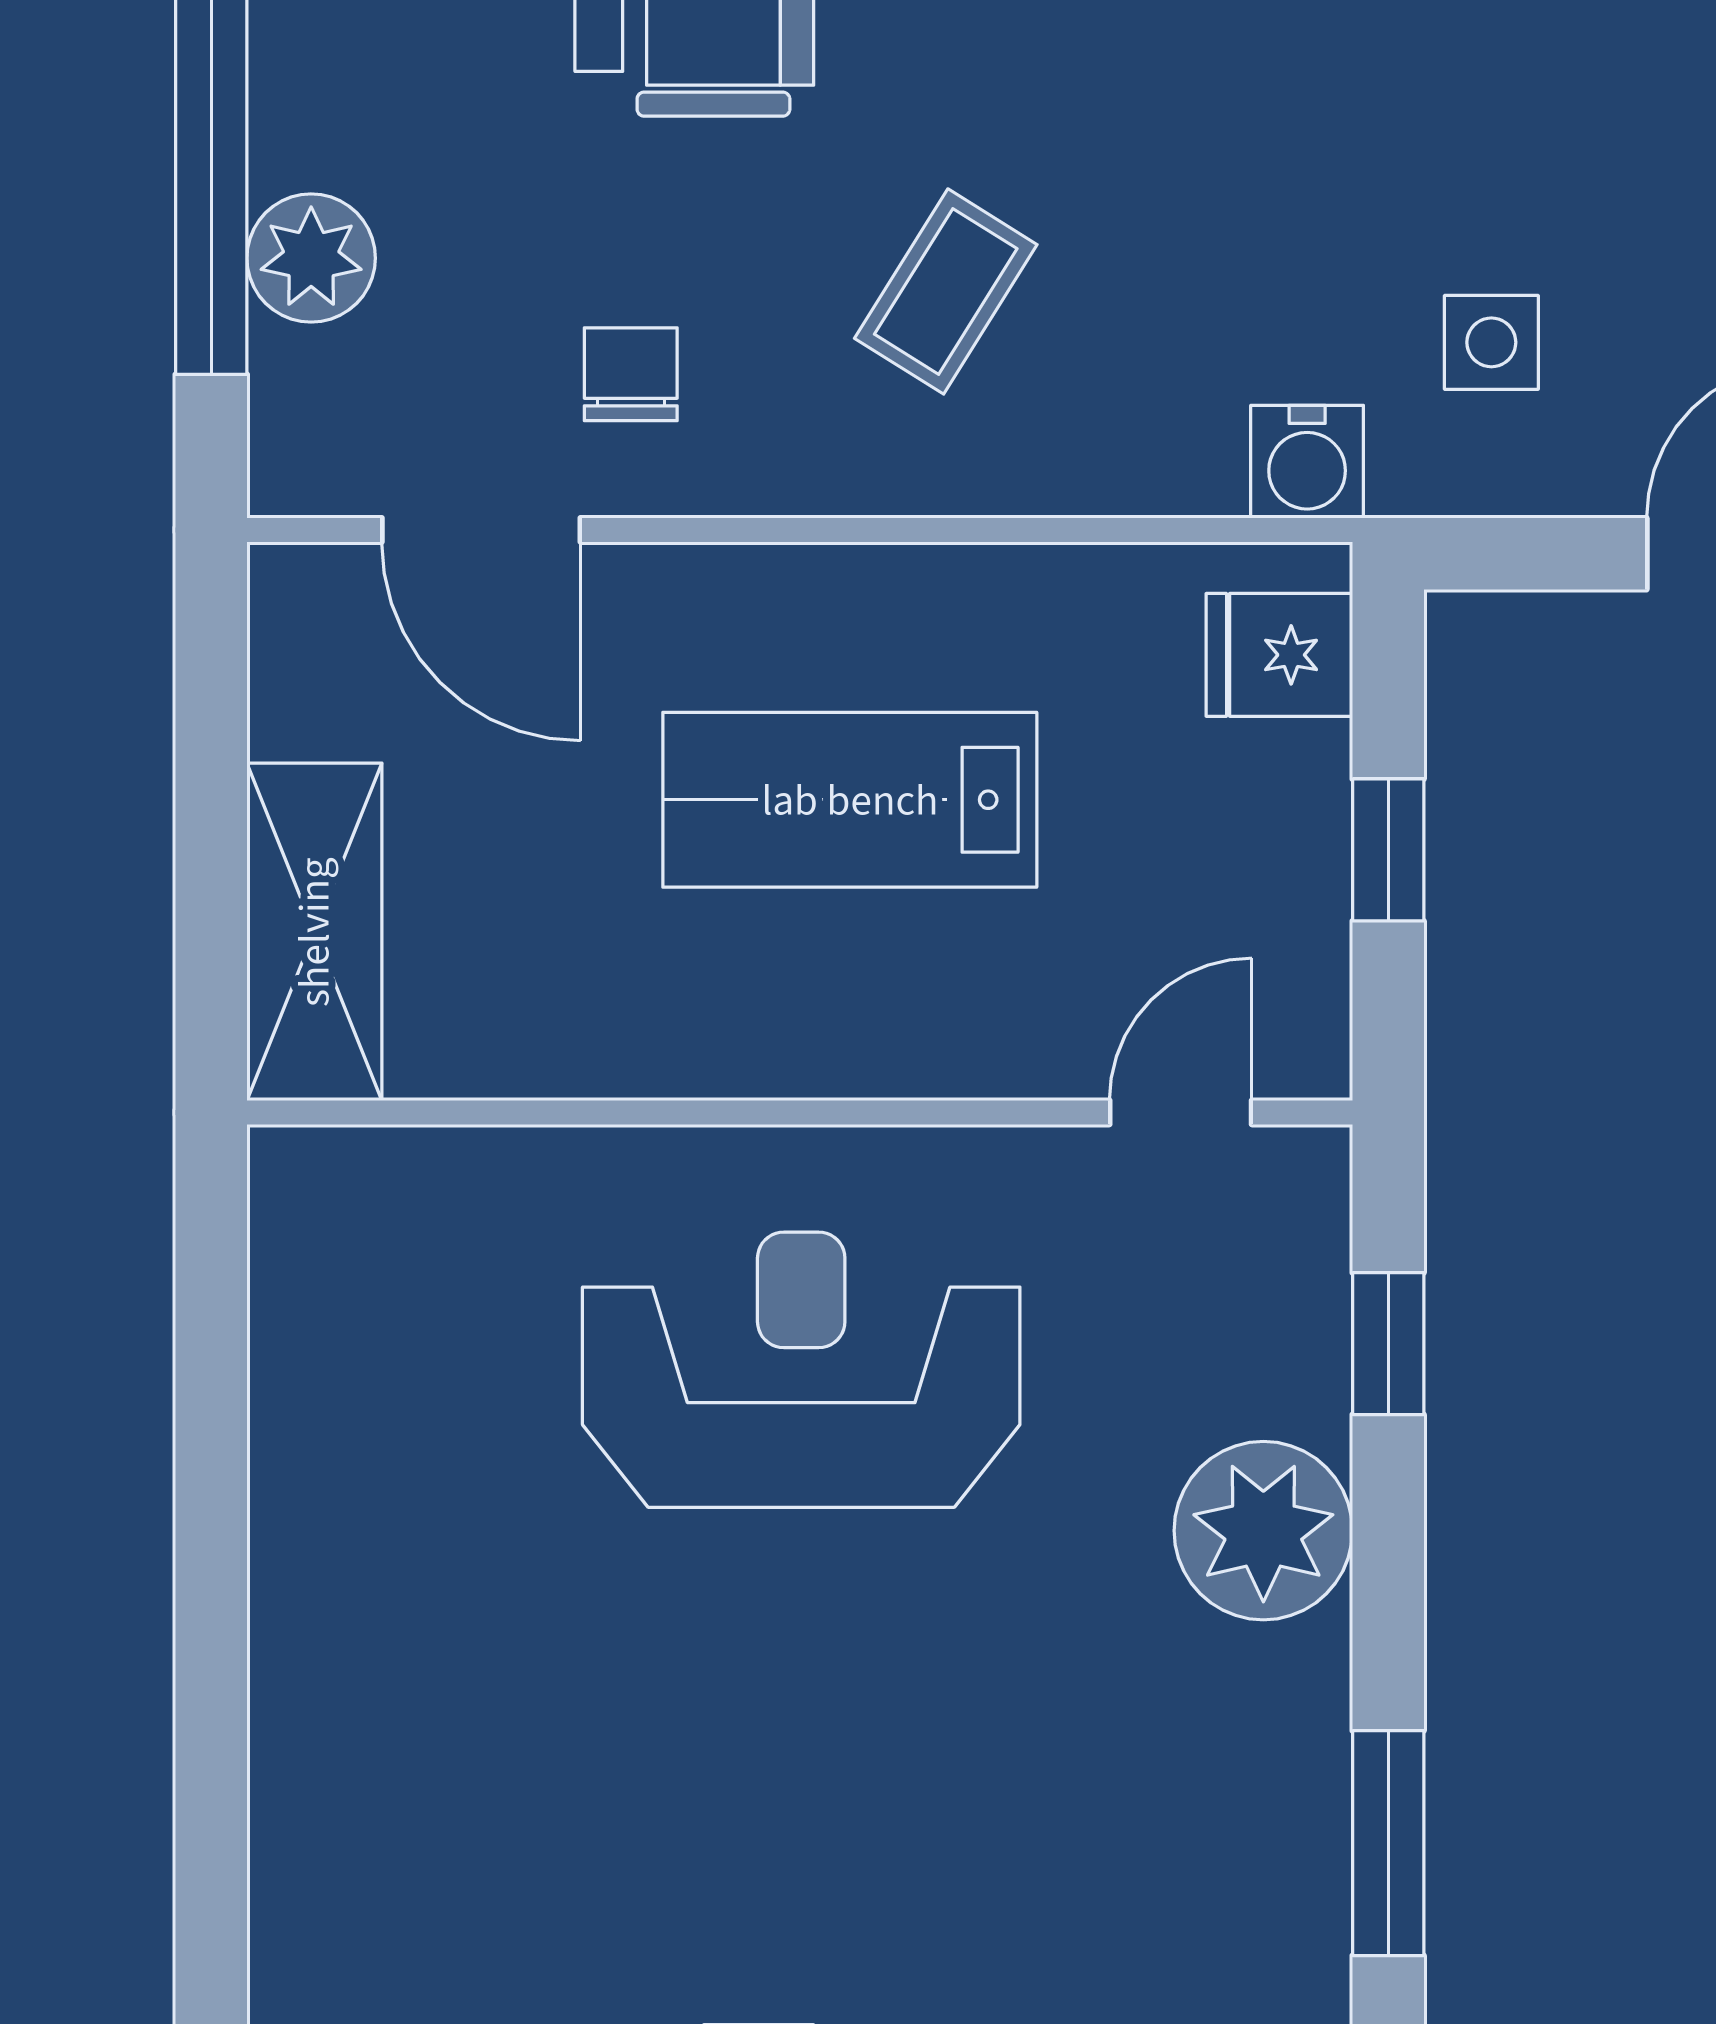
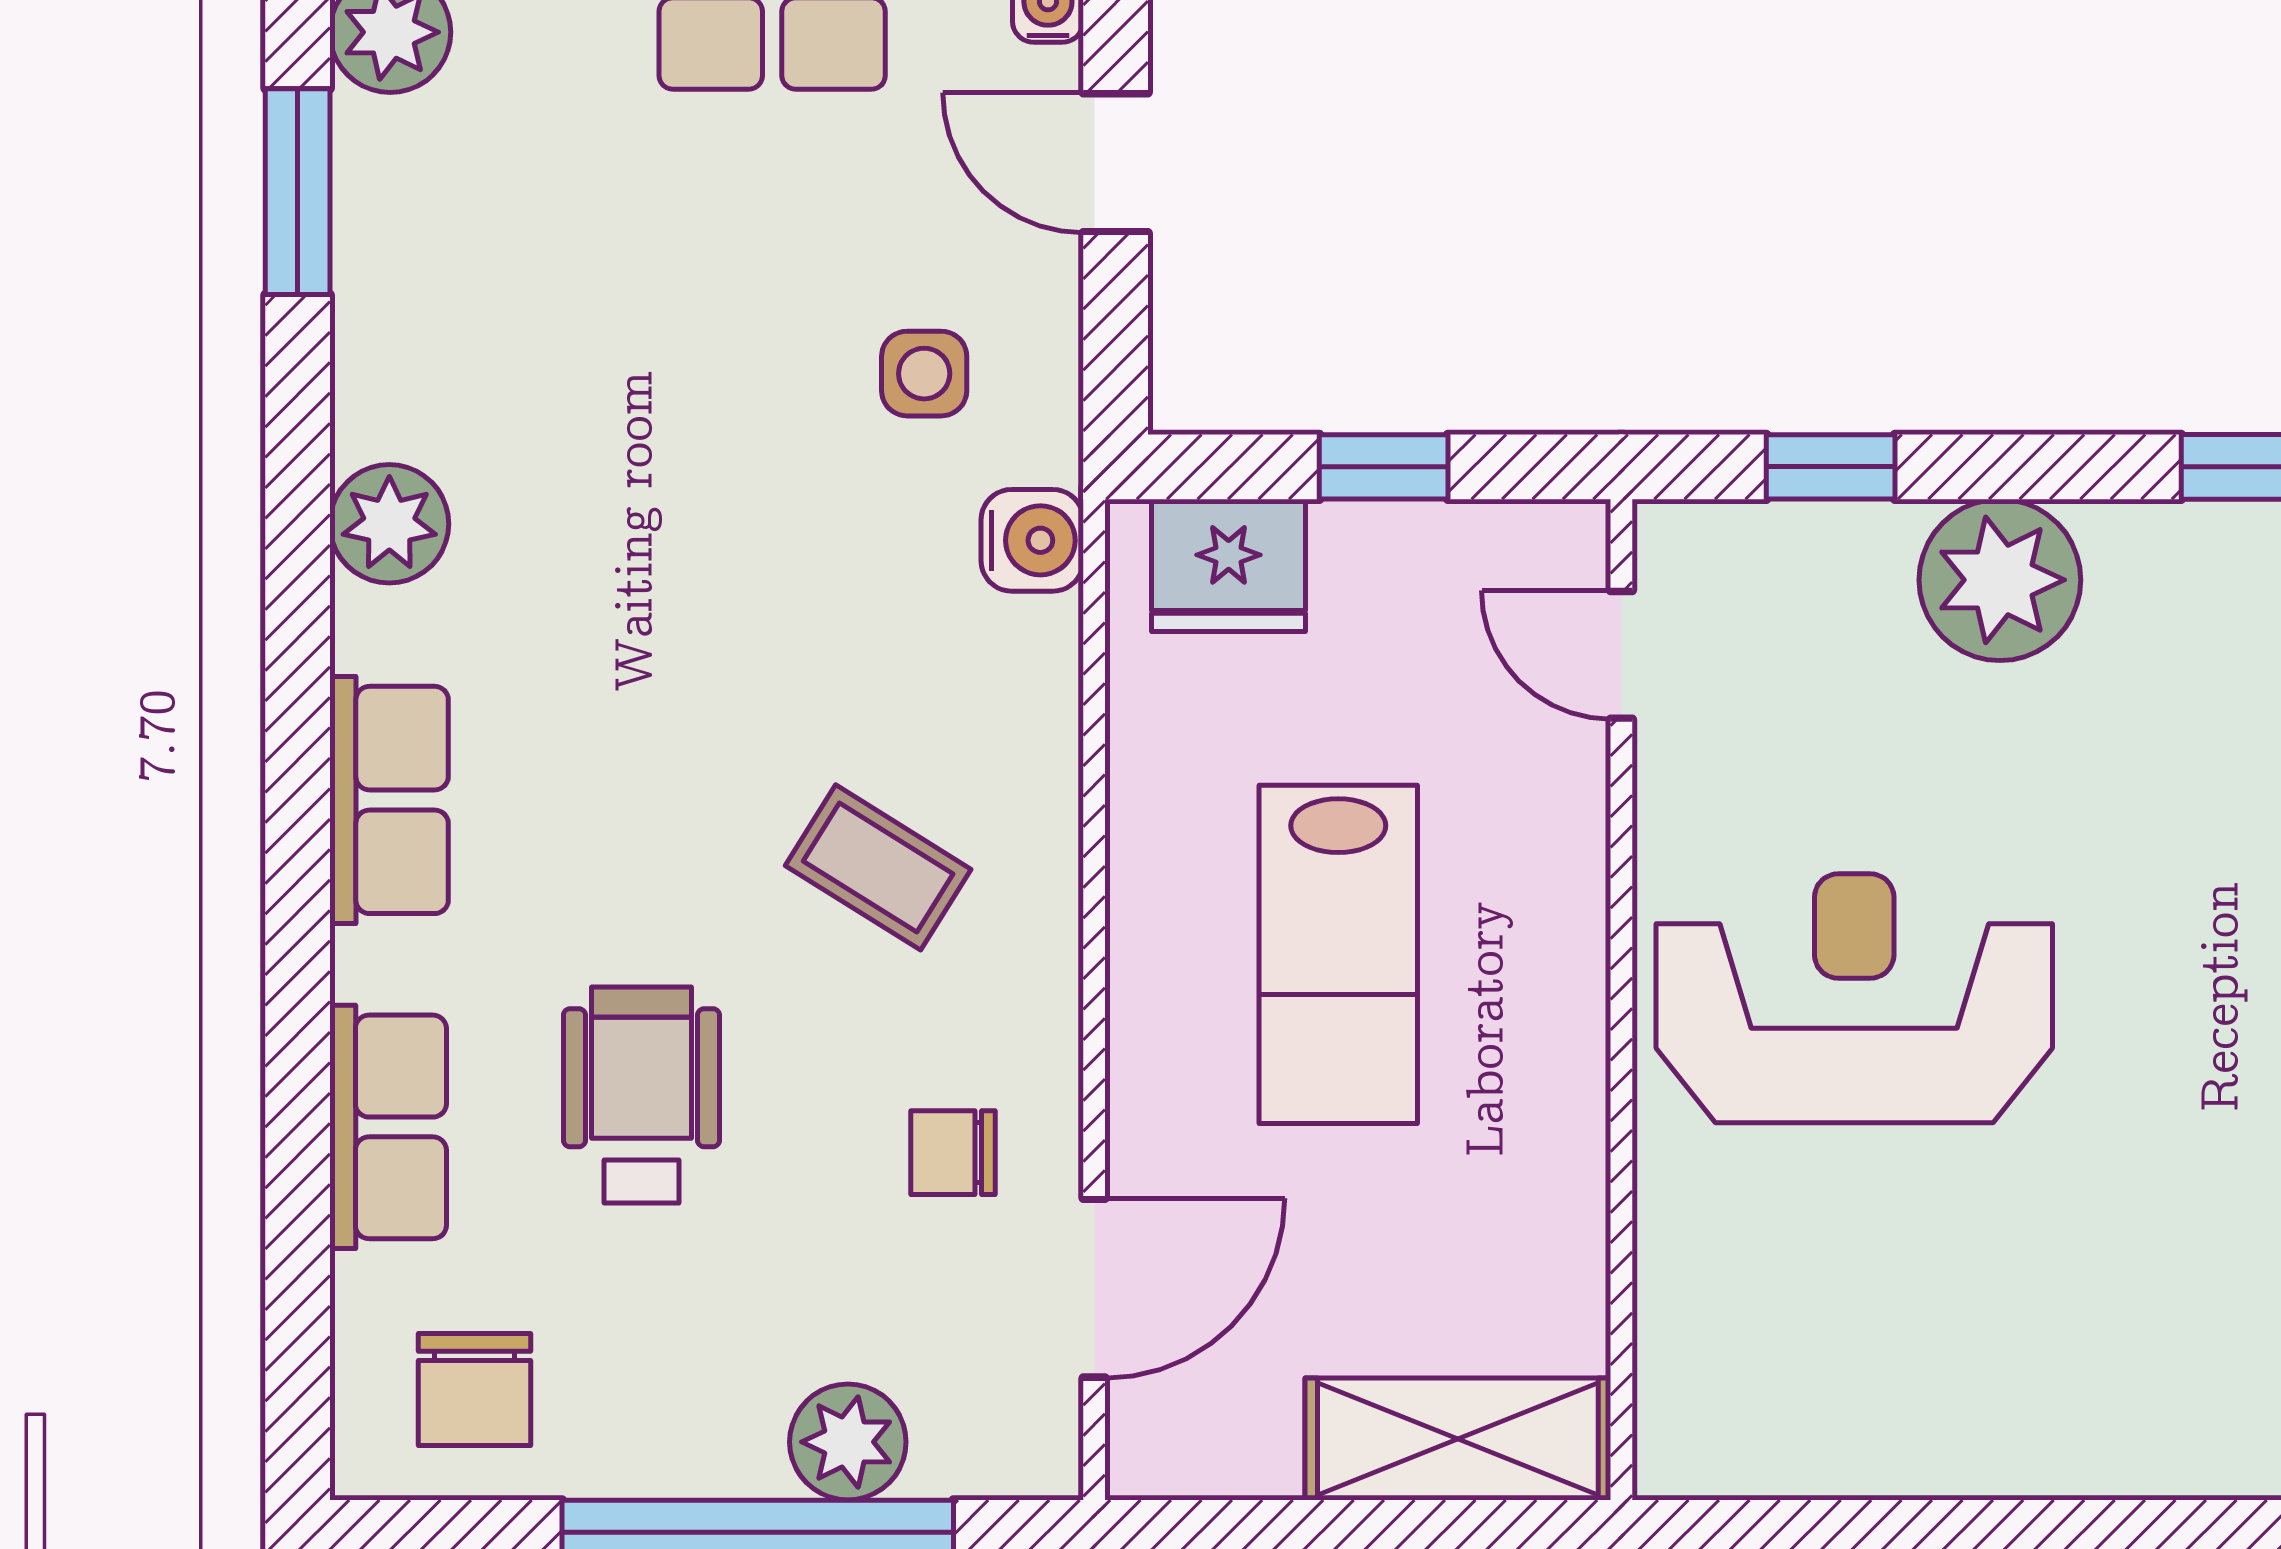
fridge: (1279, 655) -> (1229, 565), width x1.38
reception desk: (801, 1370) -> (1854, 998), turned 90

